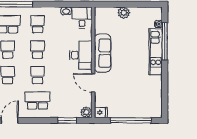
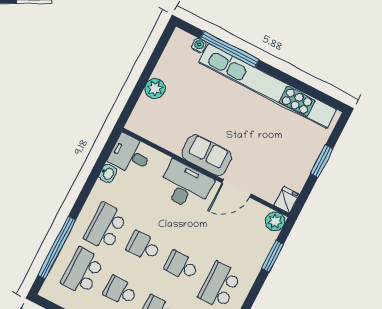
school desk: (38, 24) -> (106, 227), width x1.85
kitchen unit: (156, 52) -> (268, 86), width x1.86
sofa: (103, 53) -> (207, 155), width x0.73
window: (131, 120) -> (322, 161), width x0.47

